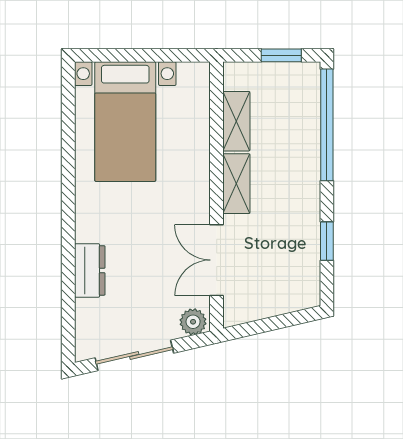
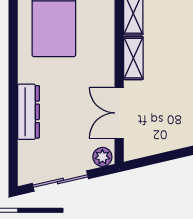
dresser: (90, 270) -> (28, 112), width x1.44

